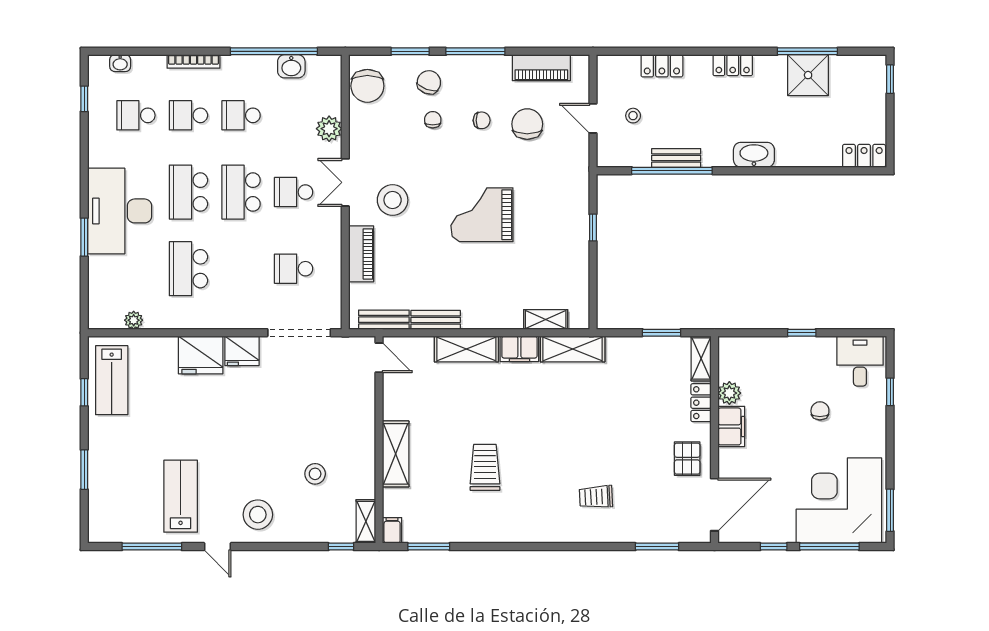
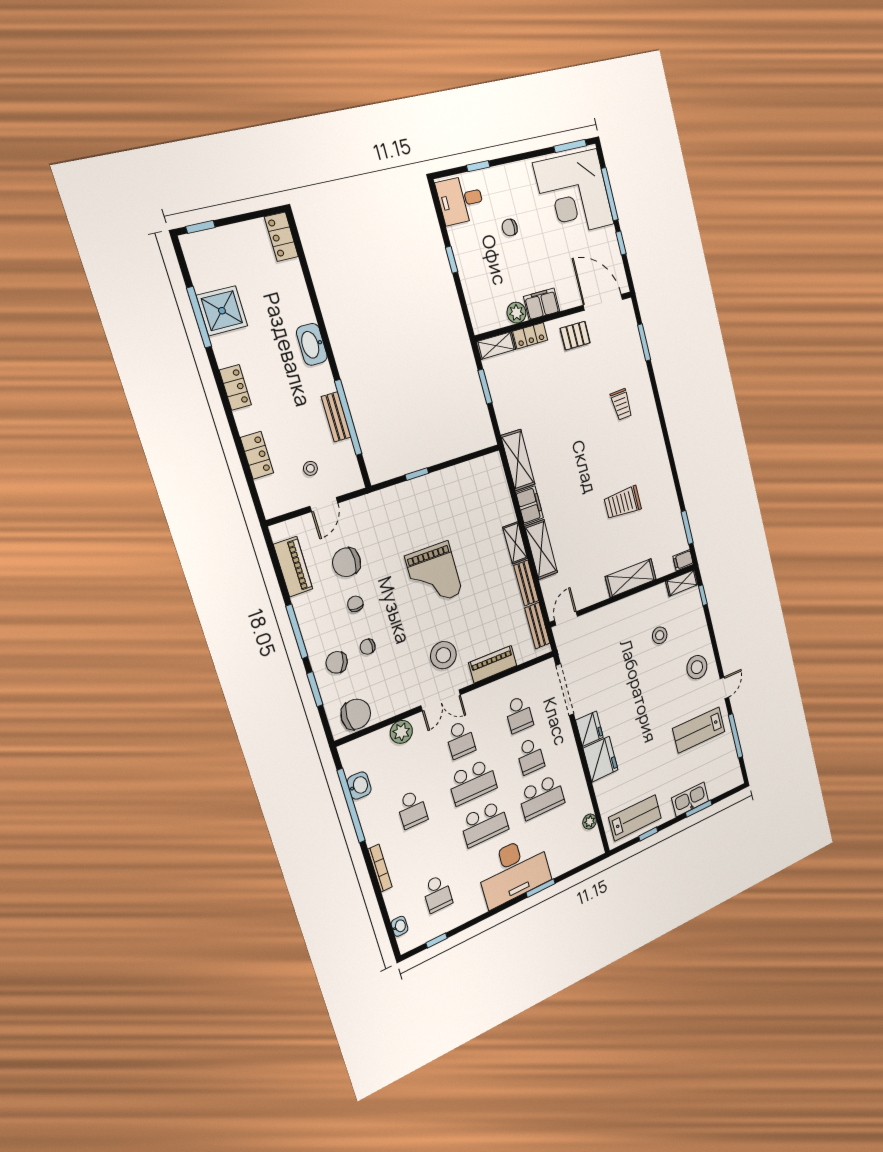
school desk: (188, 115) -> (530, 756), moved
shelving: (546, 319) -> (515, 543), moved
kitchen sink: (101, 461) -> (690, 799), added

